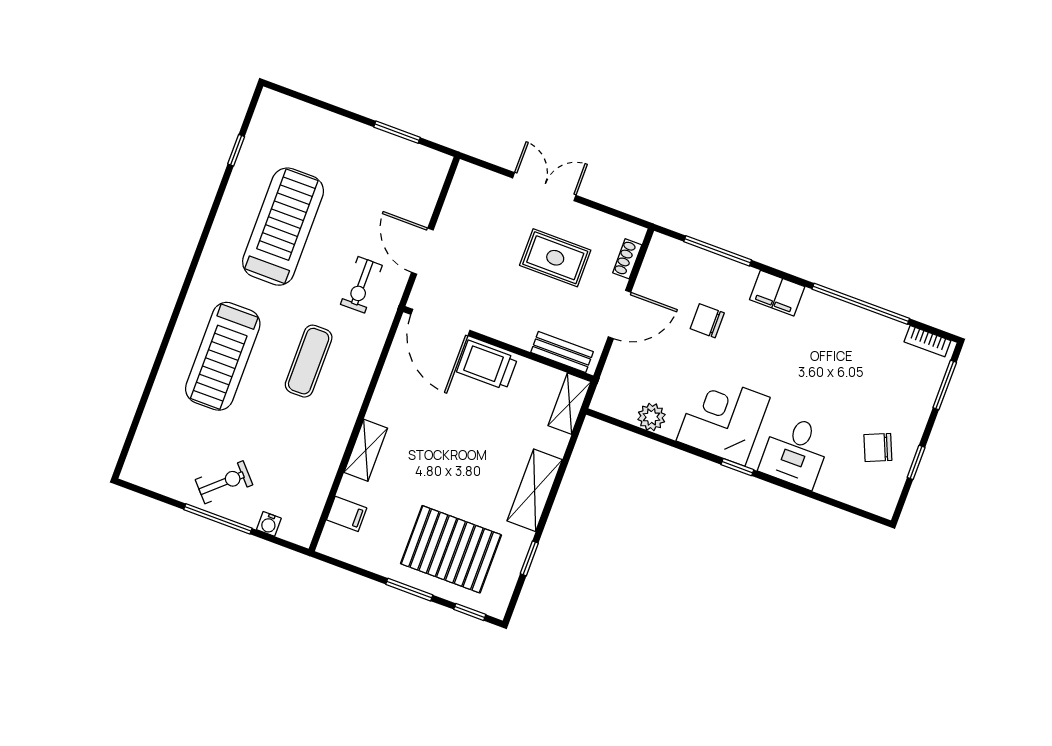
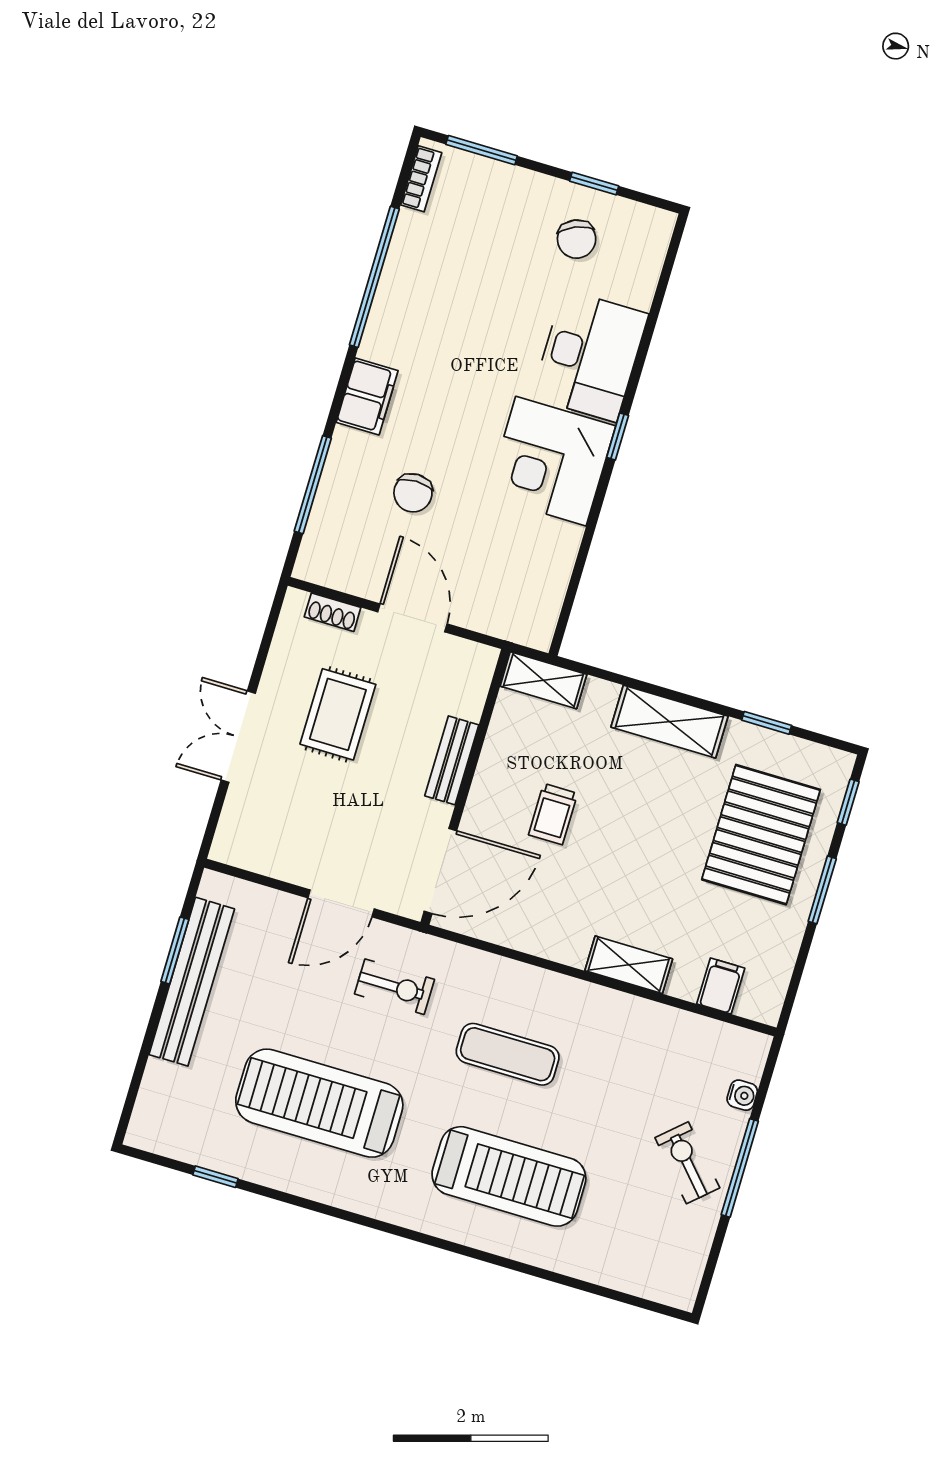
bench: (374, 143) -> (192, 982), added
bench: (562, 352) -> (452, 760), moved
trolley: (487, 365) -> (553, 814), moved, width x0.73, depth x0.72
plant: (652, 417) -> (555, 563), removed
desk: (795, 452) -> (590, 356), width x1.37

